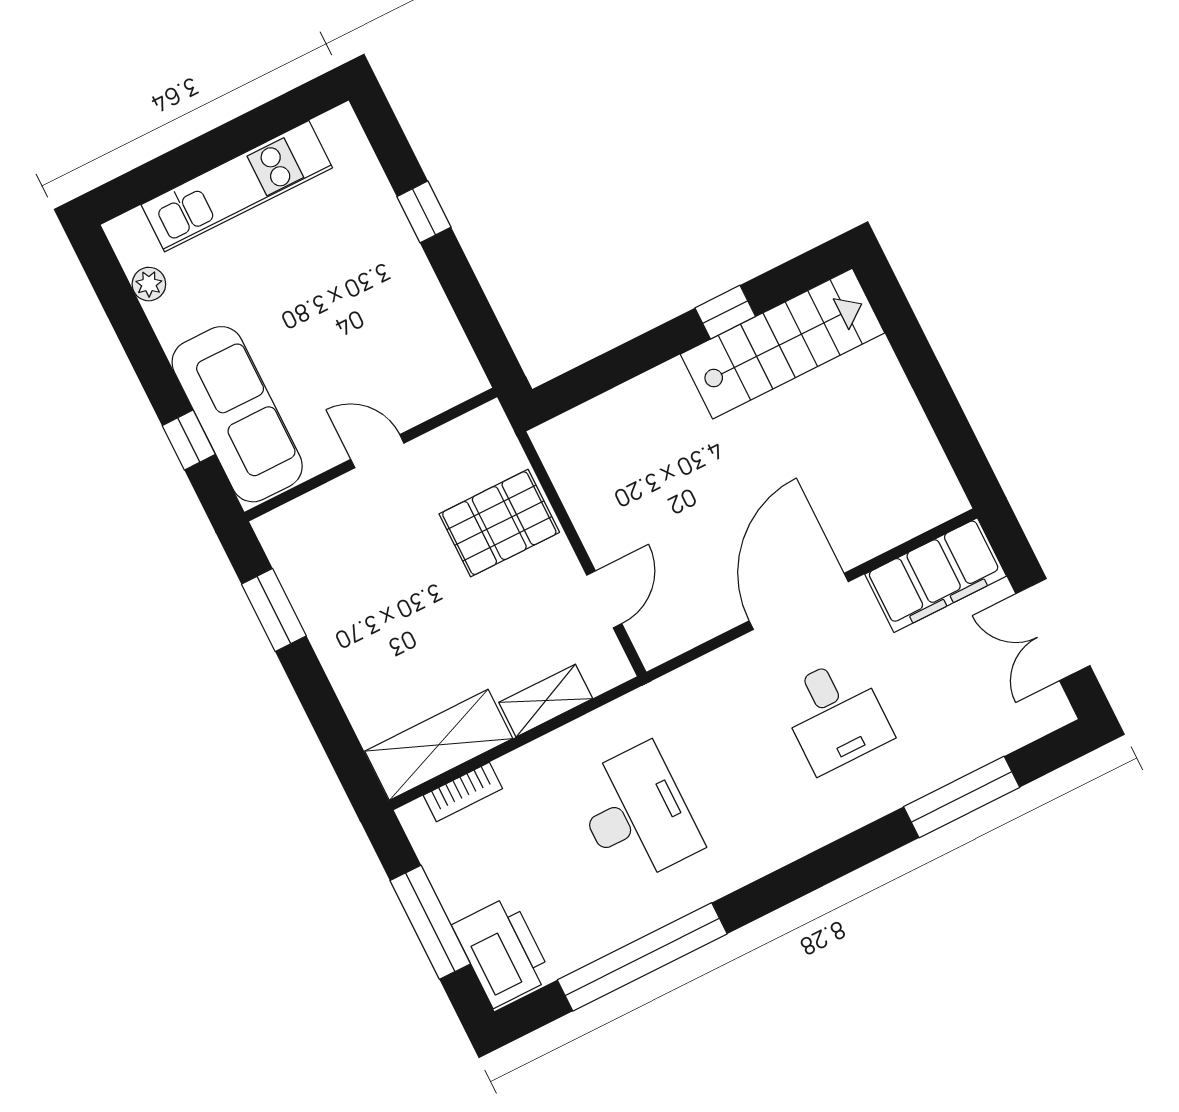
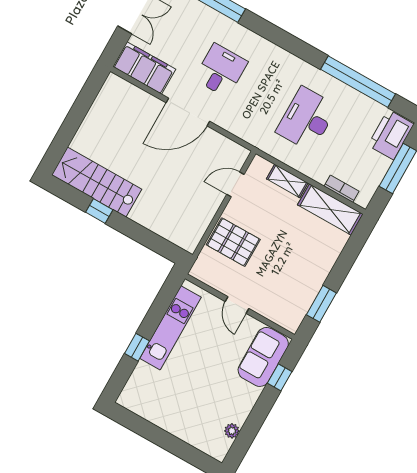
kitchen unit: (237, 186) -> (170, 328), moved, turned 90
sofa: (237, 414) -> (263, 357), width x0.73

